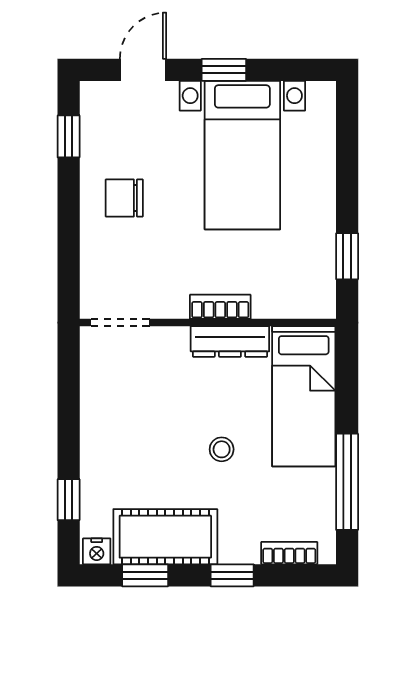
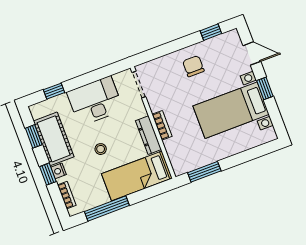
window: (347, 256) -> (204, 172), width x1.50
desk: (120, 424) -> (95, 101), added
nightstand: (97, 551) -> (58, 171), moved

